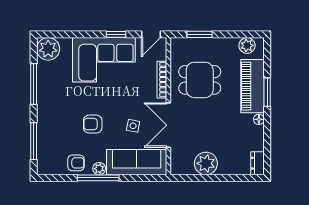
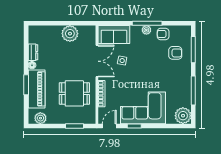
armchair: (93, 124) -> (175, 53), moved
sofa: (137, 162) -> (114, 35), width x0.73
dresser: (257, 163) -> (33, 52), moved

